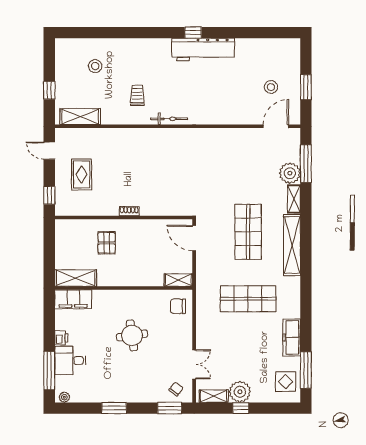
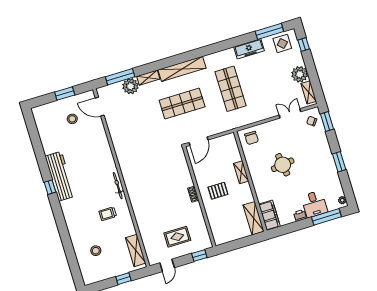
pallet: (107, 243) -> (218, 191), moved
shelving: (178, 280) -> (241, 172), moved
window: (241, 408) -> (304, 45), moved

